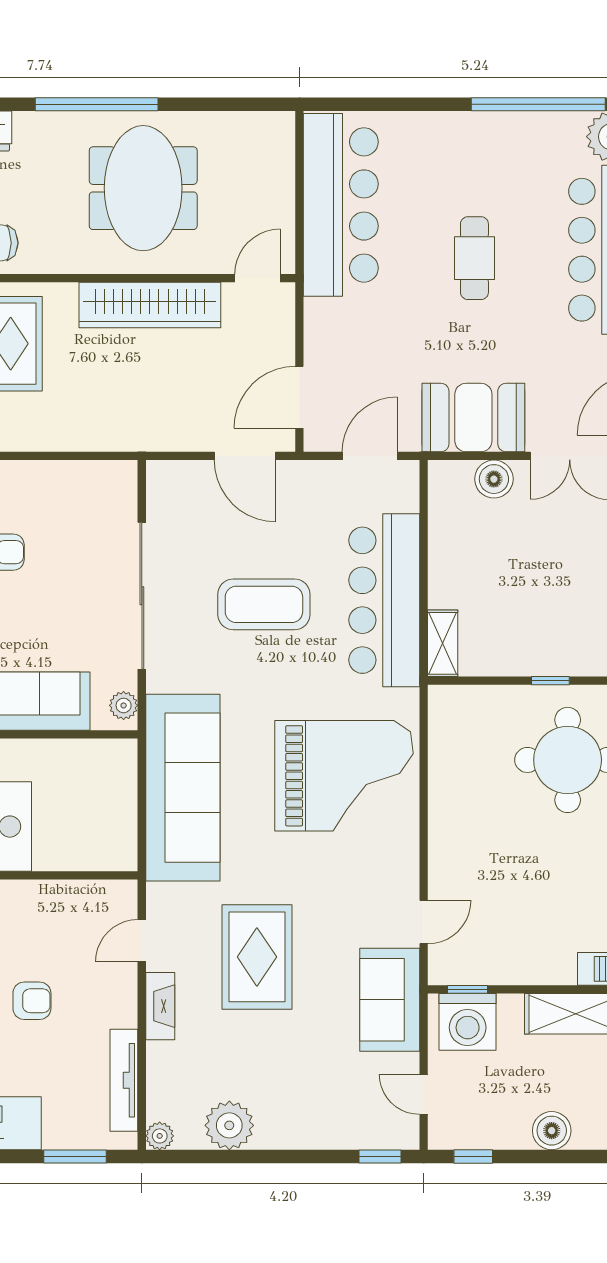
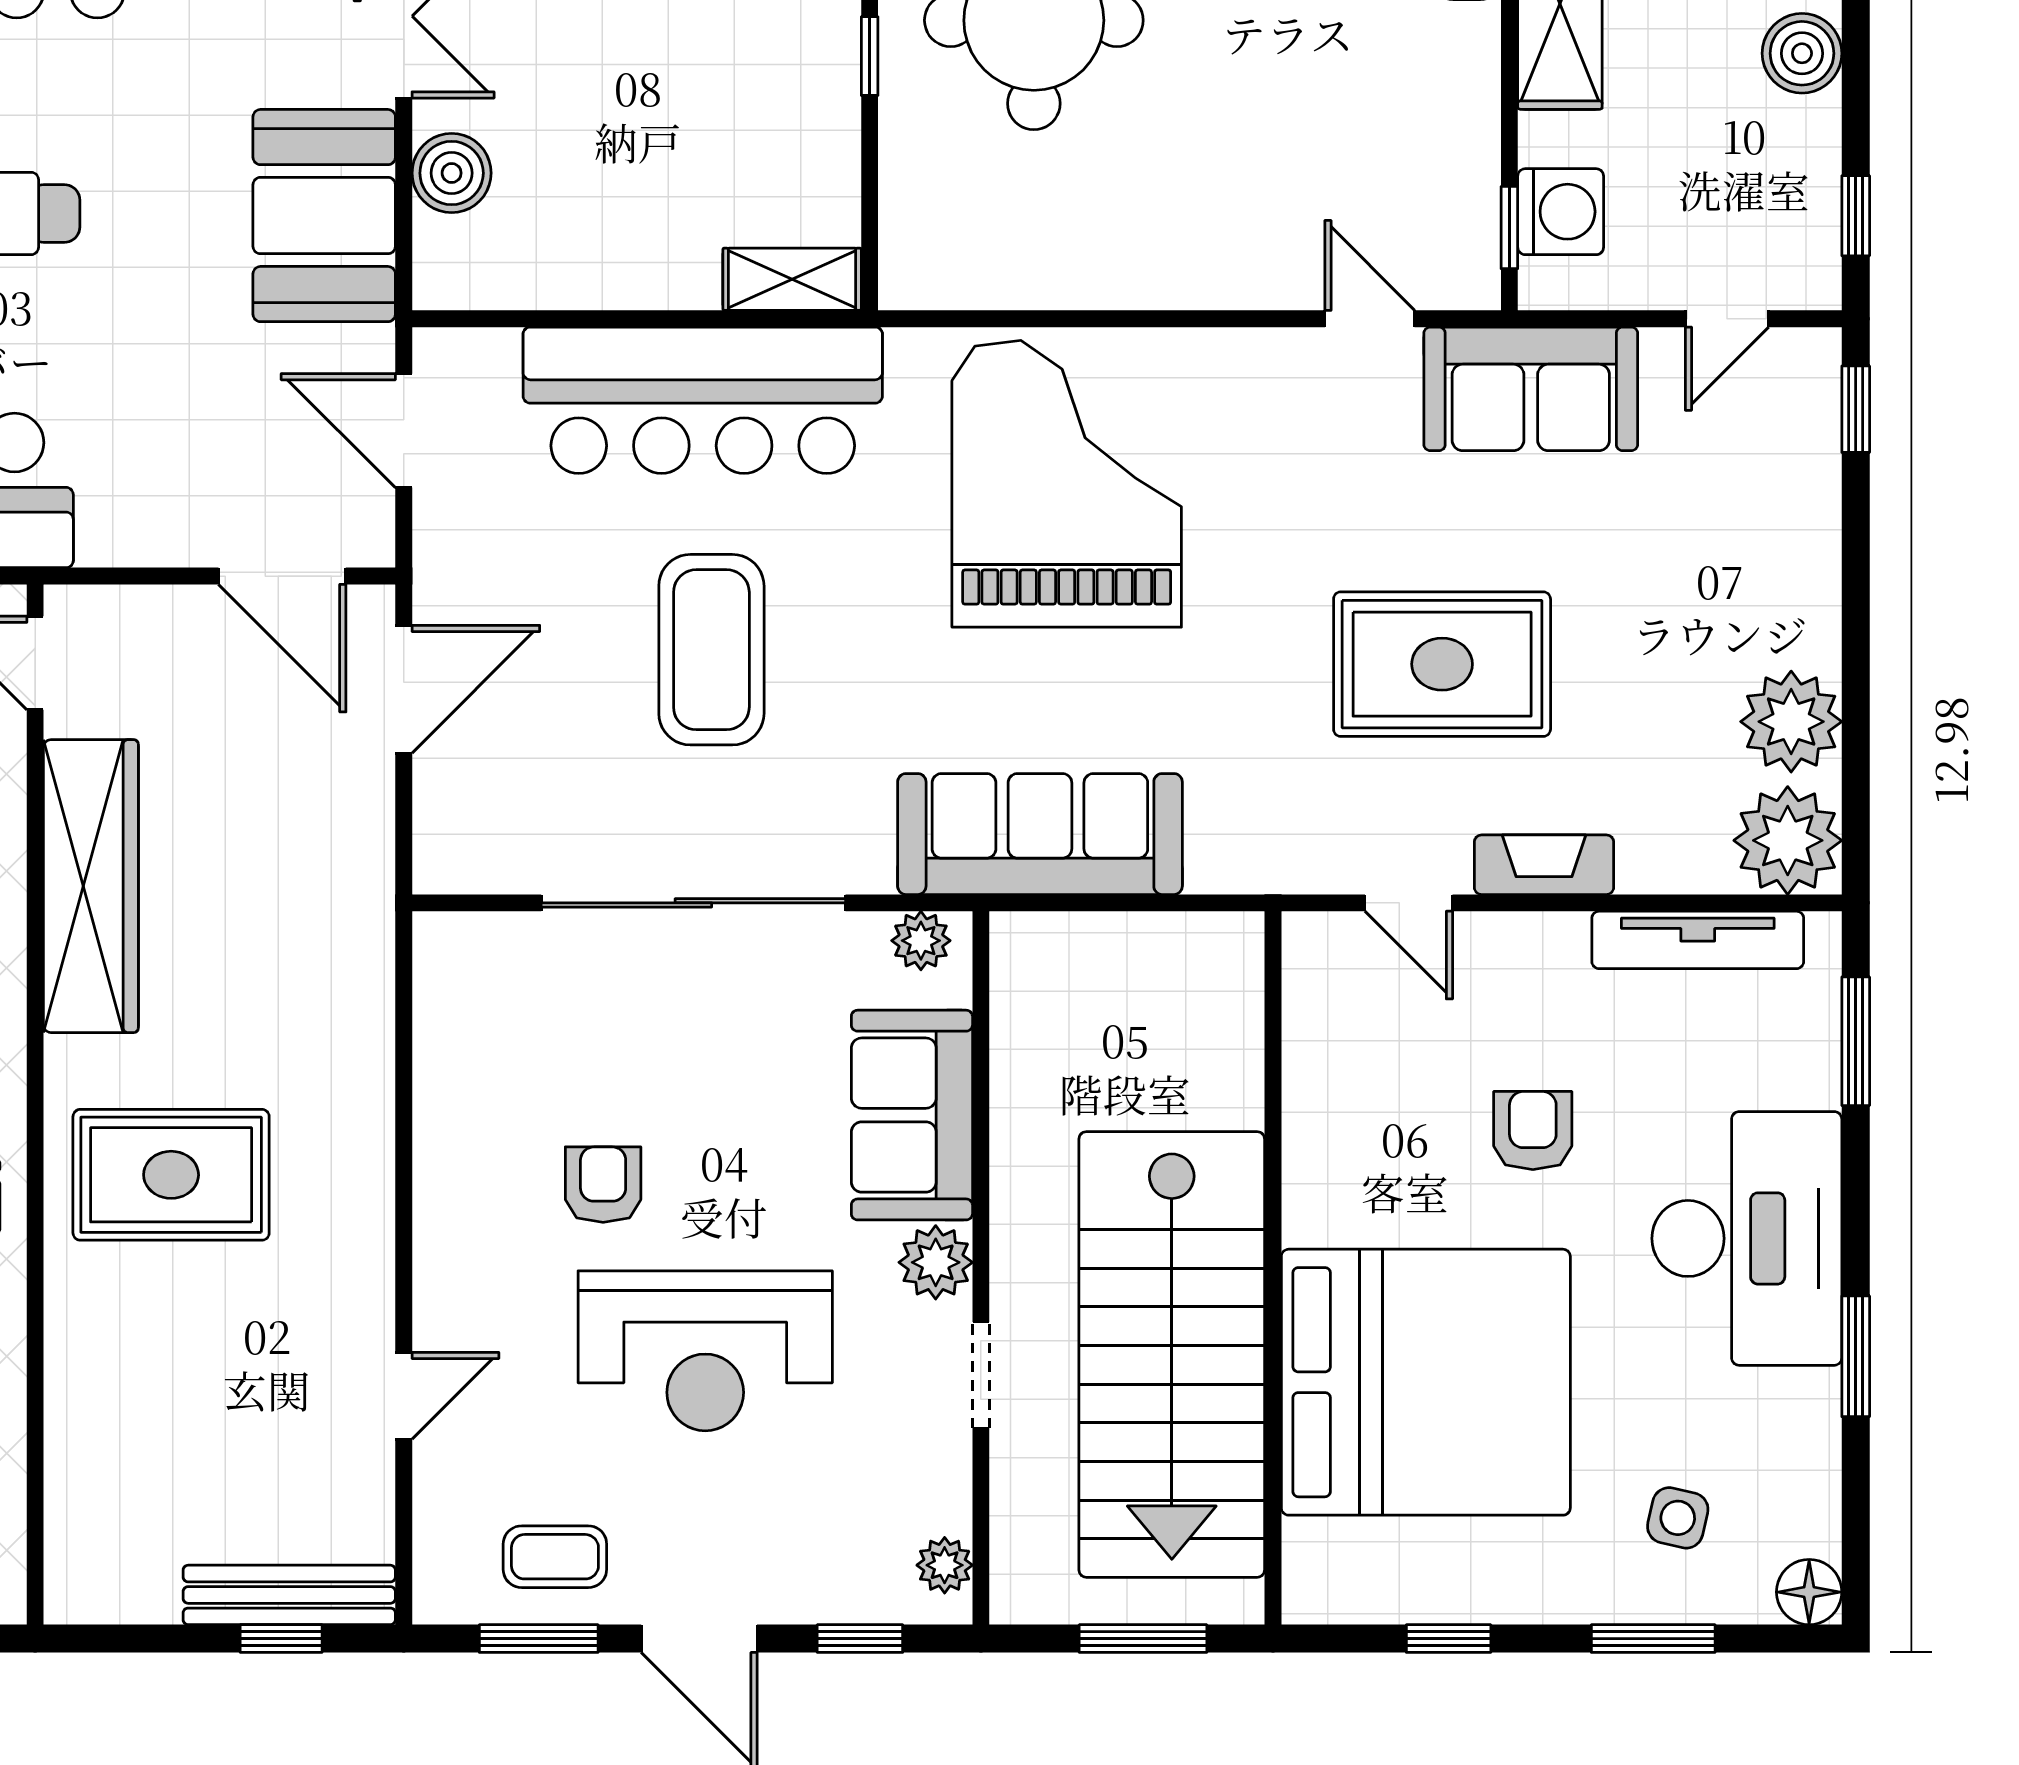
sofa: (183, 788) -> (1040, 834), width x0.74, depth x0.79
washing machine: (468, 1022) -> (1561, 212), width x0.73, depth x0.73
plant: (160, 1136) -> (1788, 840), width x1.88, depth x1.88

